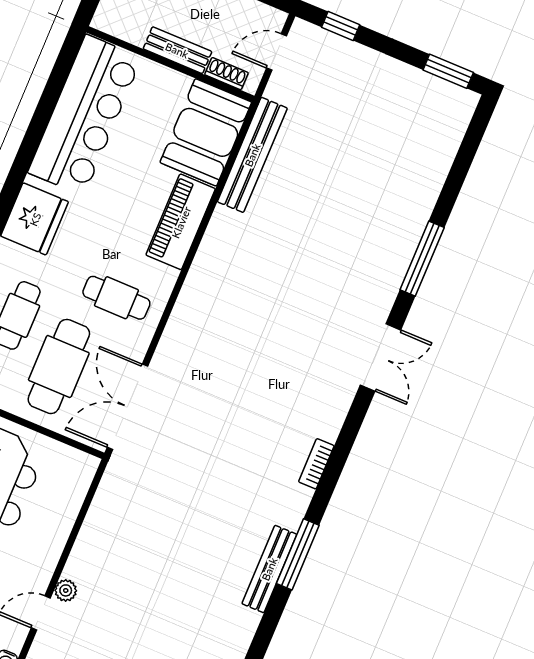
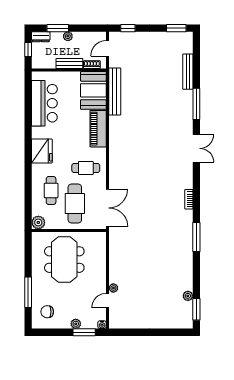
bar counter: (85, 115) -> (44, 103), width x0.73
double door: (127, 407) -> (108, 208), swing flipped
bench: (269, 569) -> (188, 72), moved

